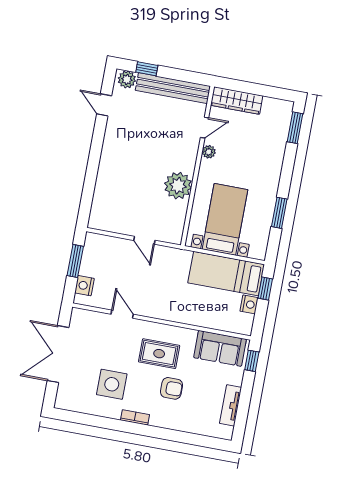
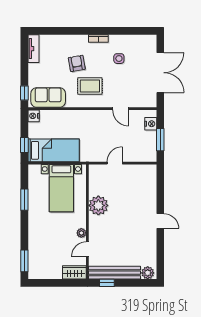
window: (147, 69) -> (107, 283), moved
wardrobe: (237, 100) -> (74, 272), width x0.67
door: (104, 105) -> (160, 221), moved
door: (144, 240) -> (115, 163), hinge flipped
nightstand: (249, 304) -> (34, 116), moved
side table: (112, 384) -> (119, 59), width x0.54, depth x0.54
armchair: (171, 388) -> (77, 63), turned 80
tv unit: (231, 405) -> (33, 49), moved

